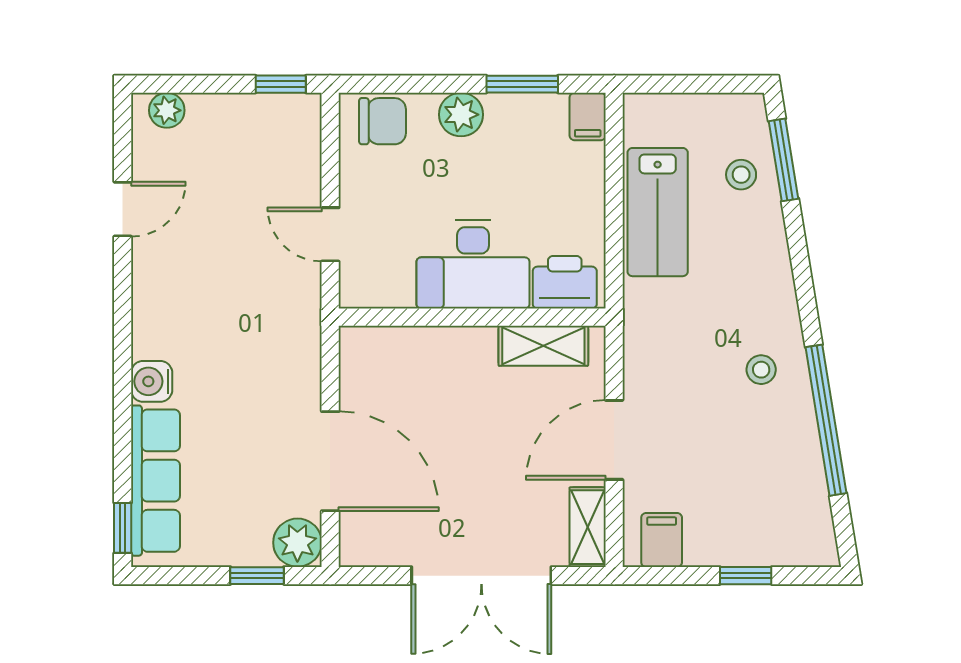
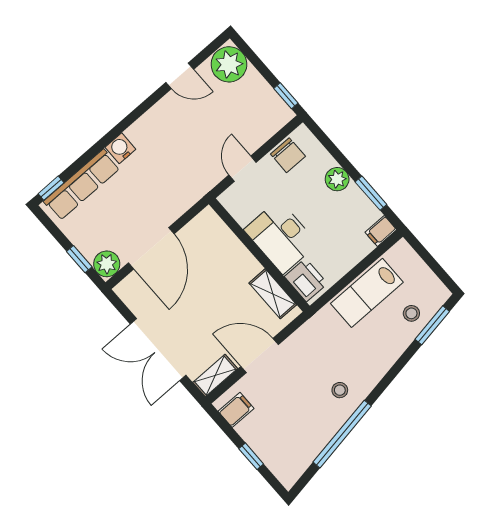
plant: (167, 110) -> (229, 64), width x1.87, depth x1.87
chair: (383, 121) -> (288, 155), moved

